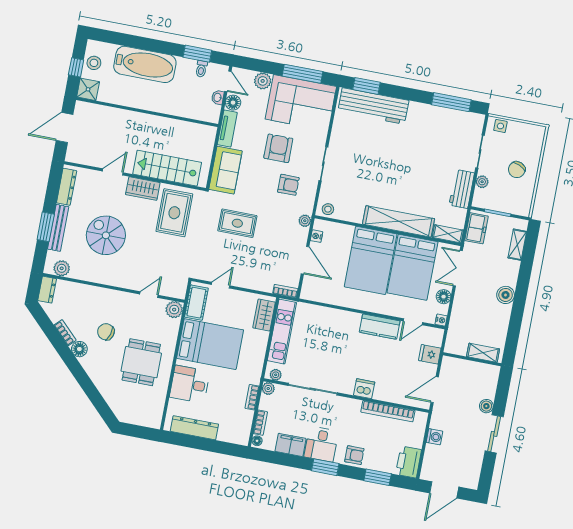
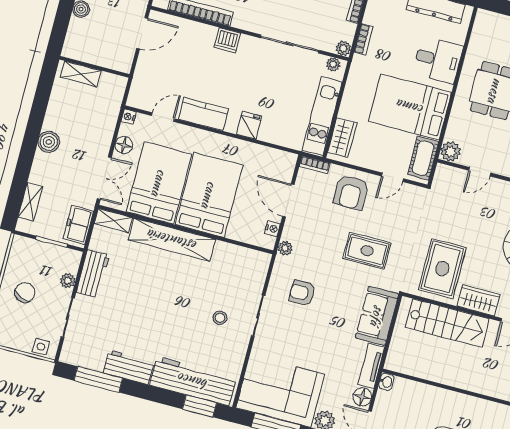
washbasin: (218, 97) -> (386, 382), moved
workbench: (427, 114) -> (129, 367), added
armchair: (278, 148) -> (351, 192), moved
stool: (328, 209) -> (220, 318), moved
fridge: (430, 354) -> (249, 125), moved, turned -90

